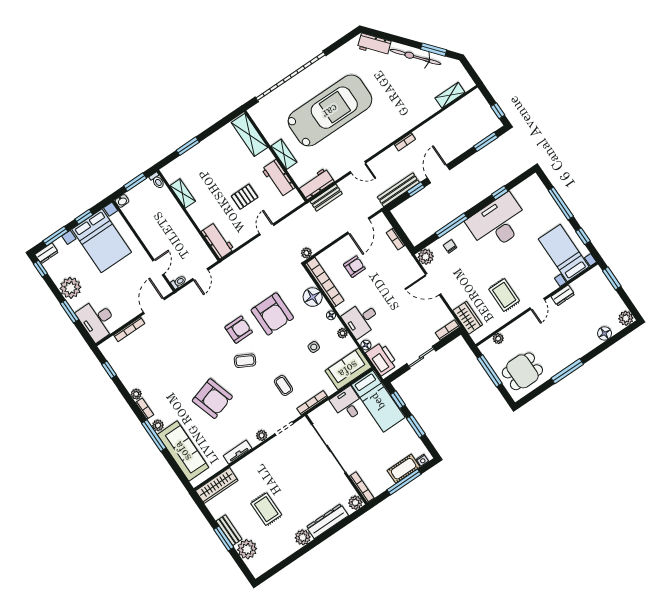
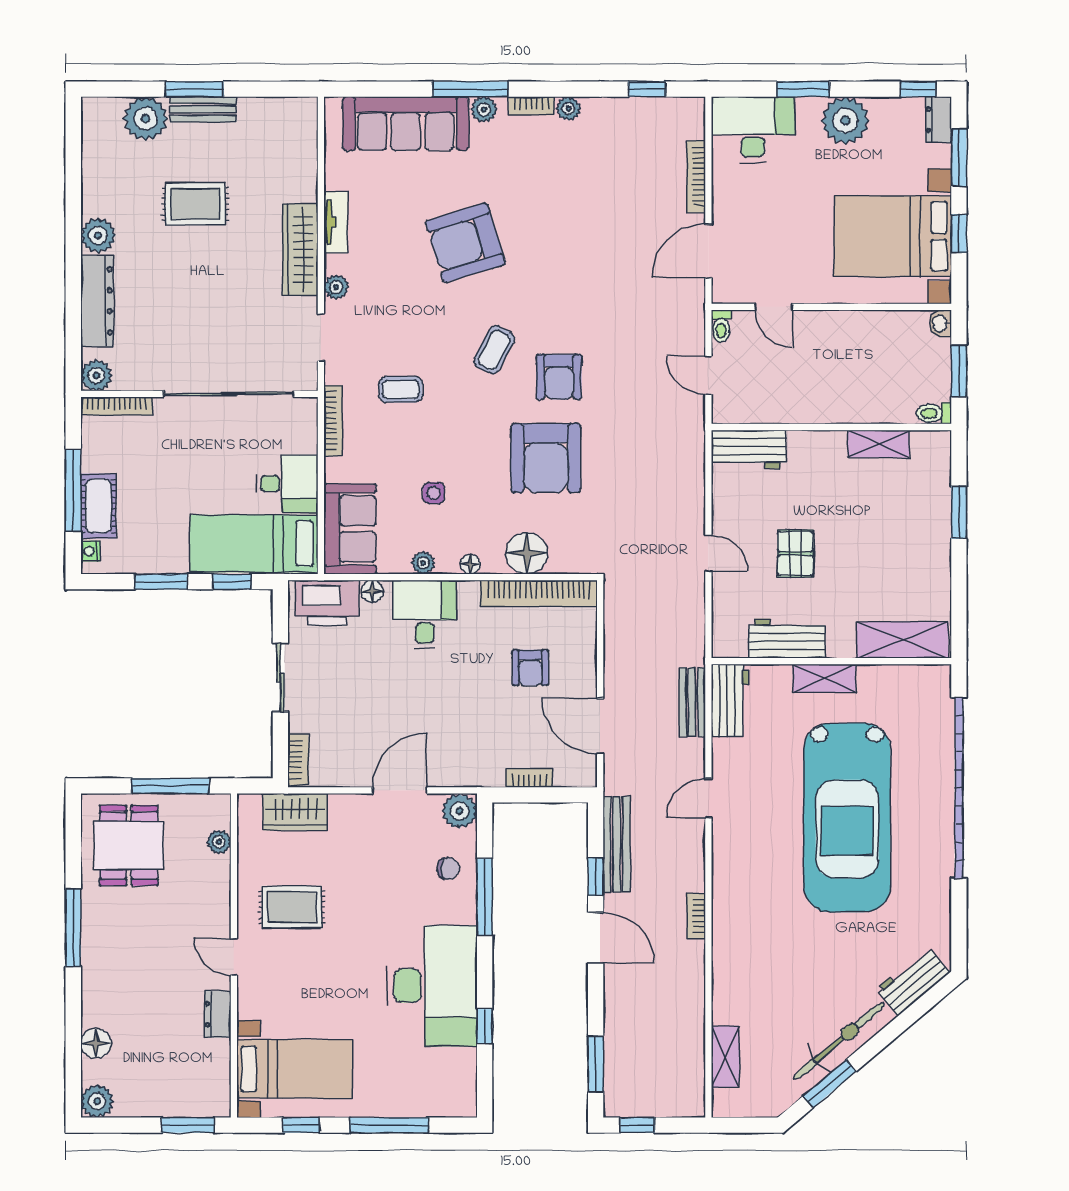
plant: (306, 253) -> (615, 597), removed
door: (154, 306) -> (708, 251), swing flipped
armchair: (272, 314) -> (546, 458), turned -90
wardrobe: (217, 486) -> (300, 250), moved

